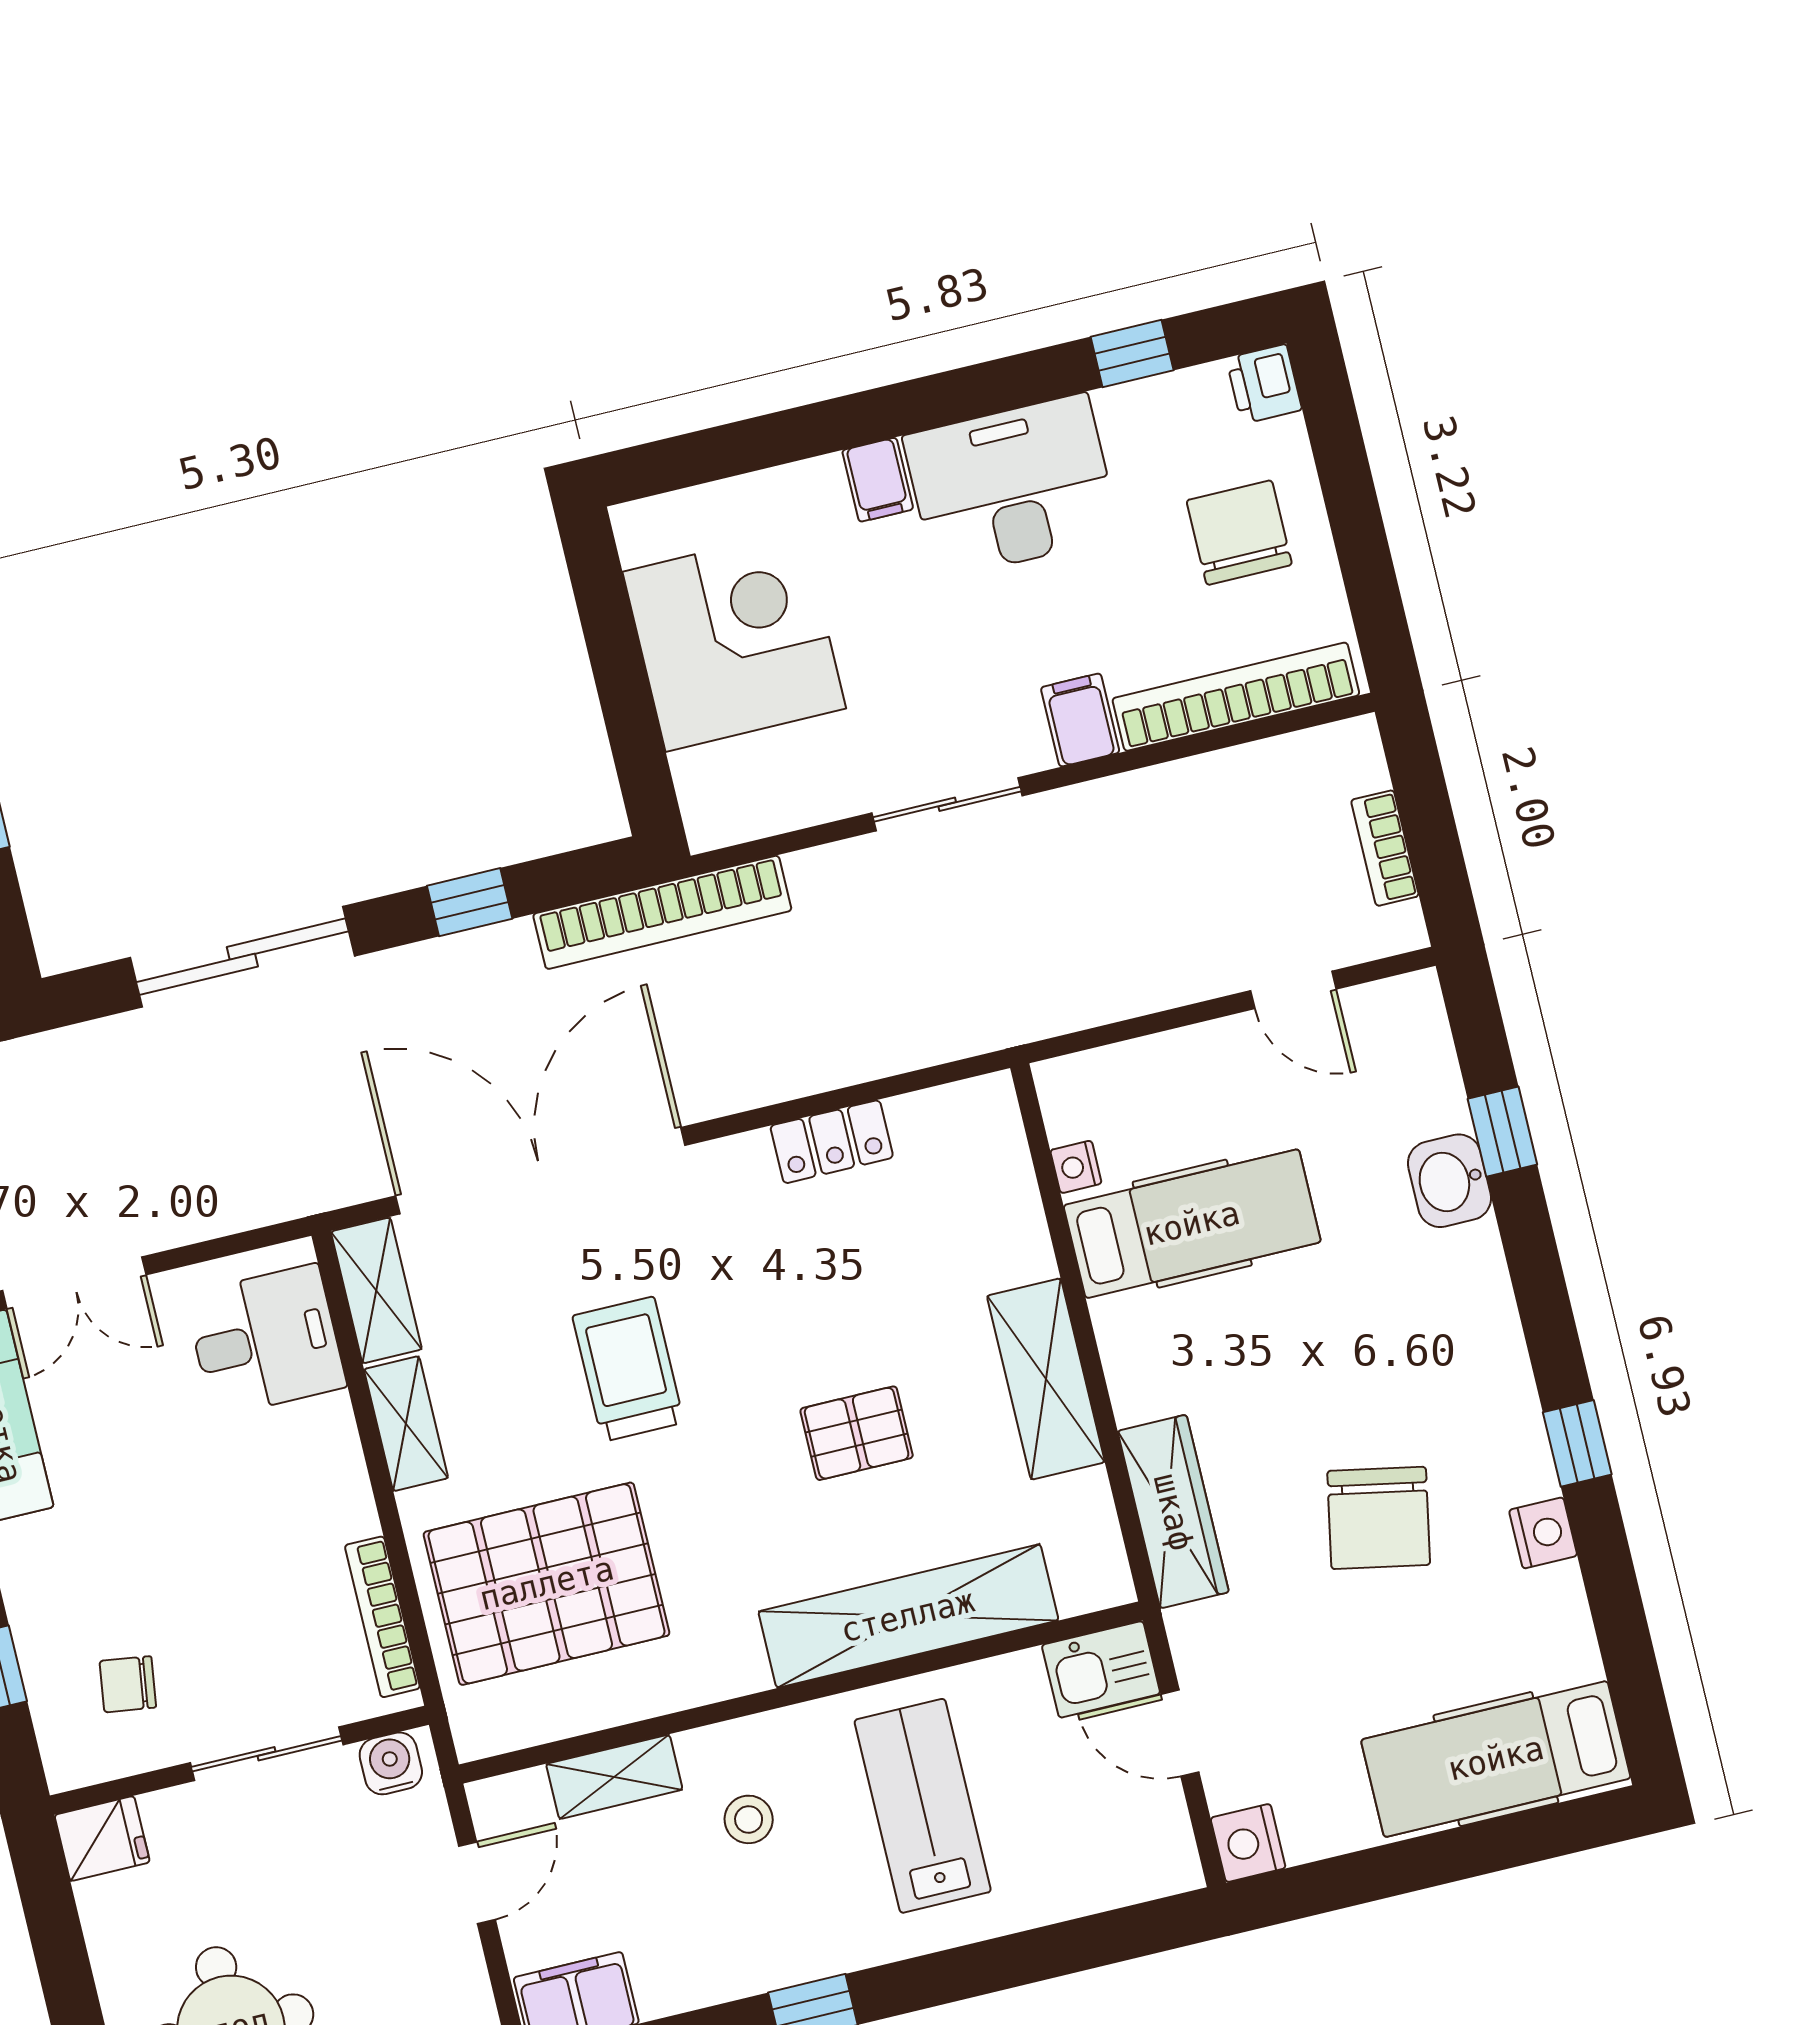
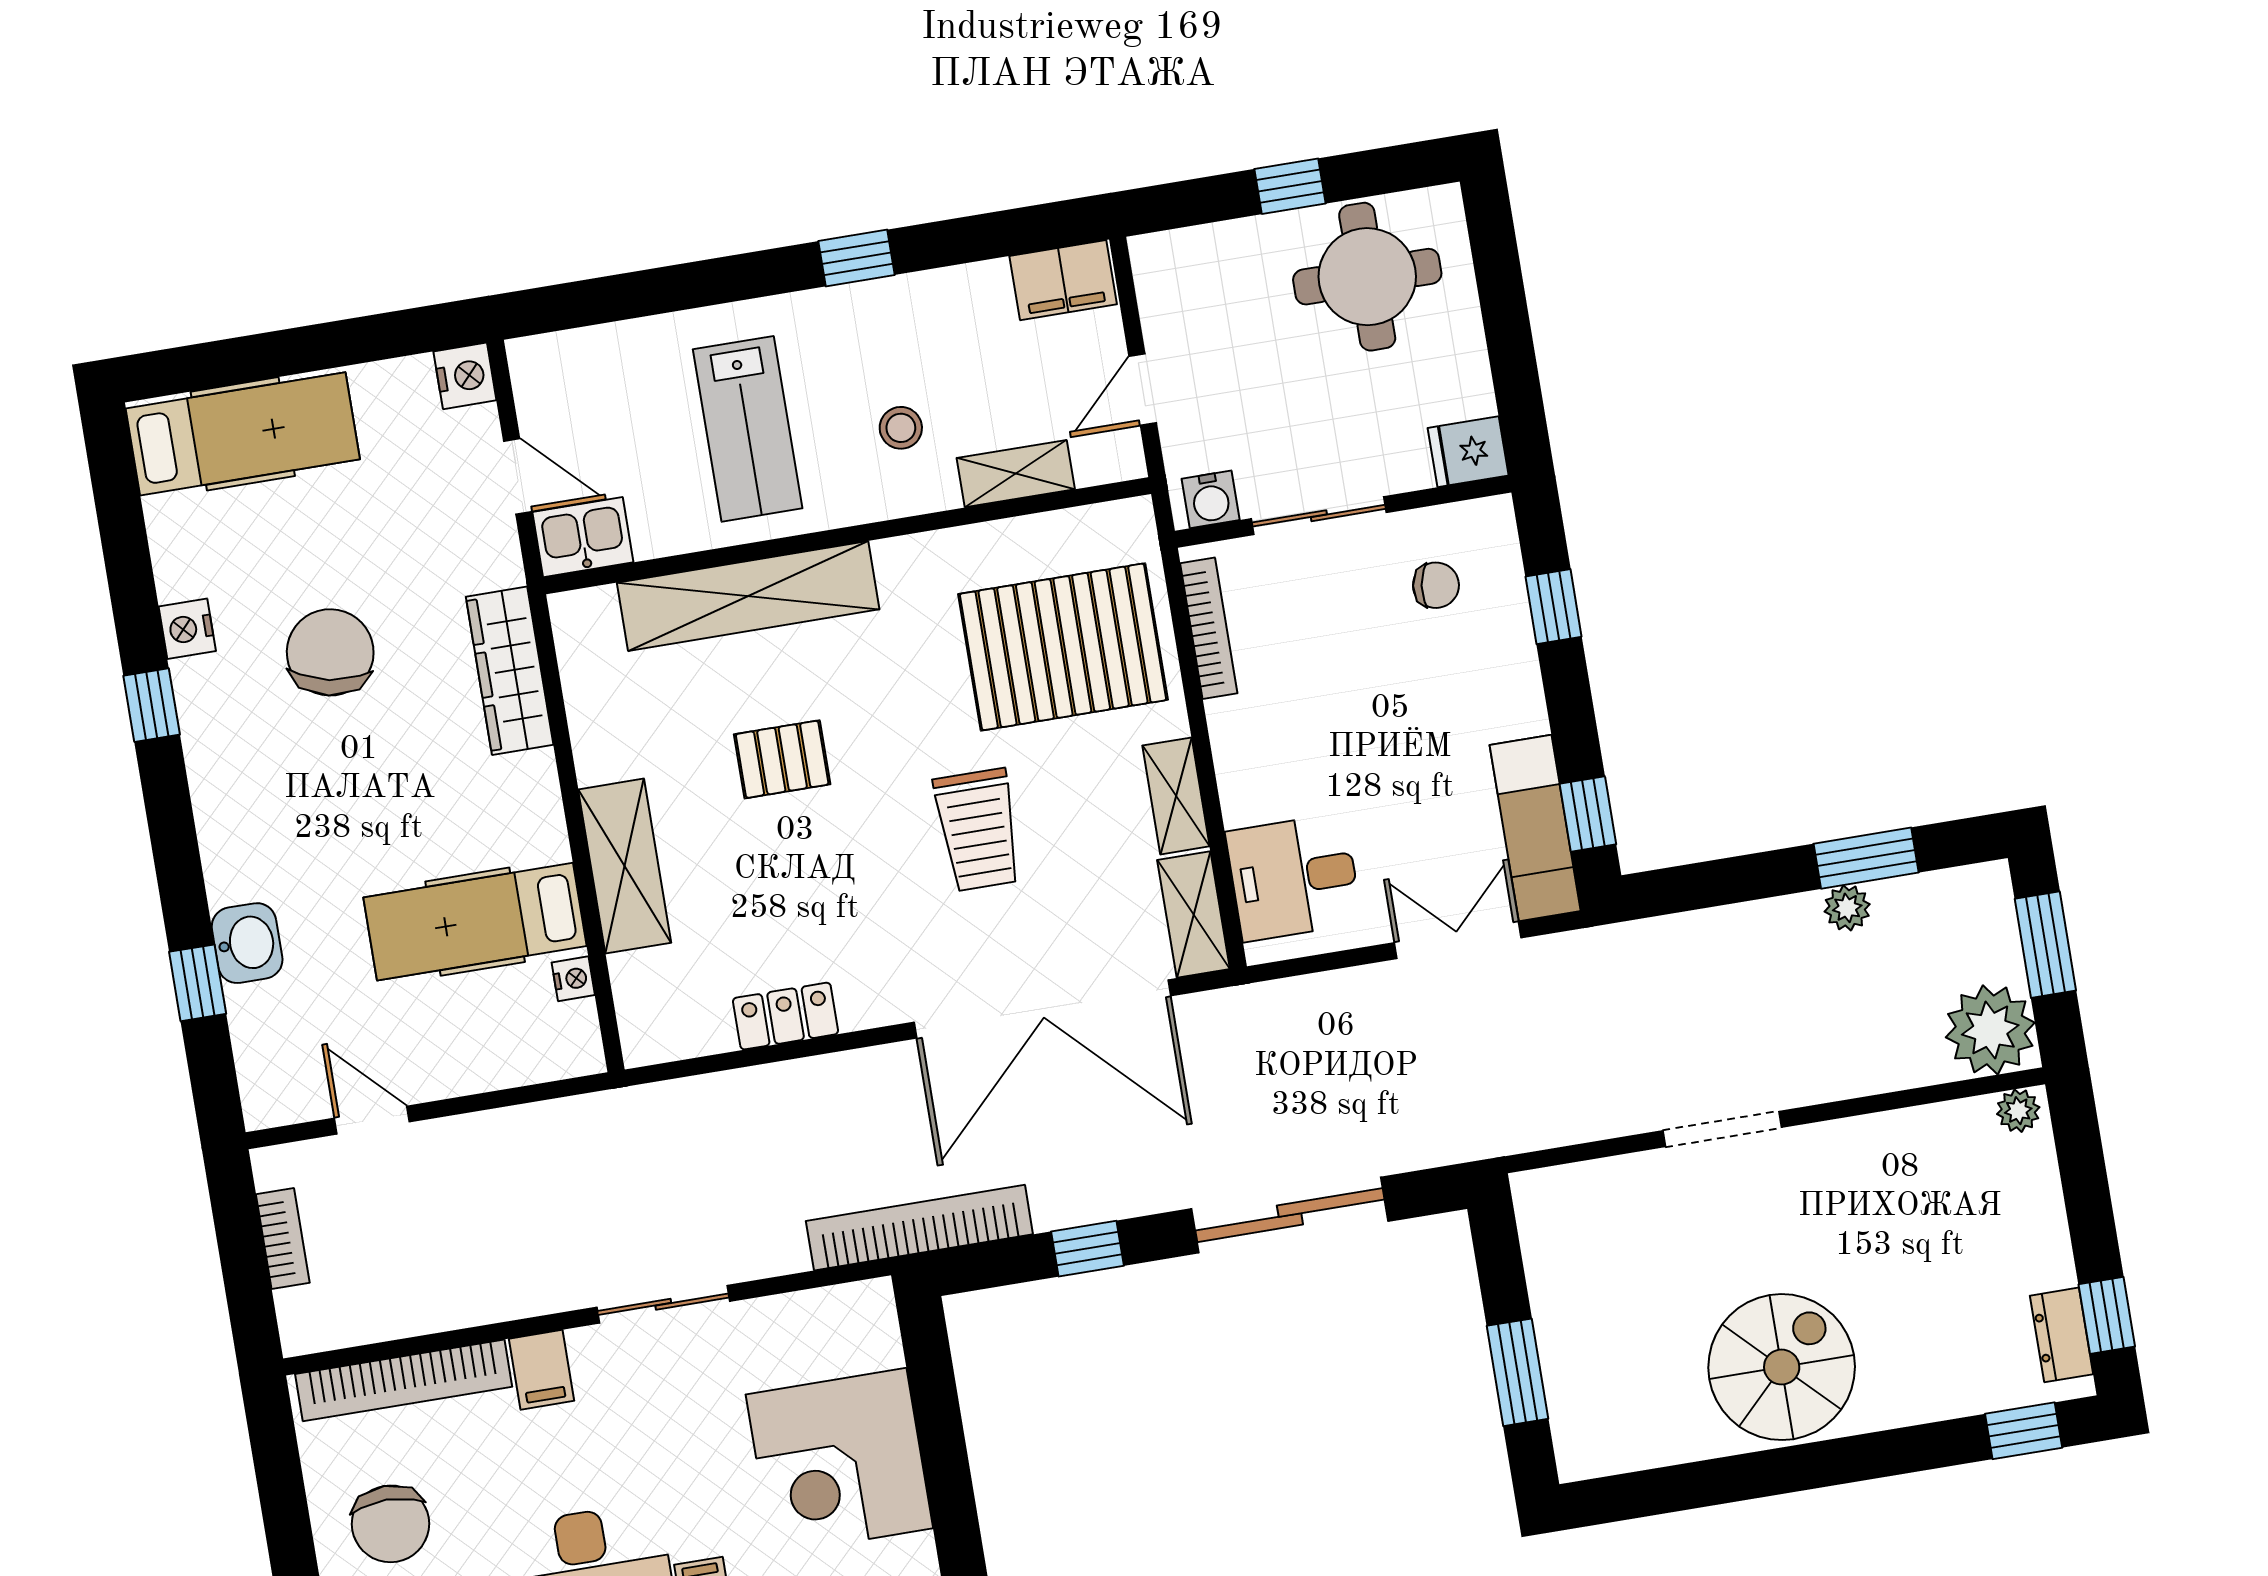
shelving: (1046, 1379) -> (625, 866), moved

